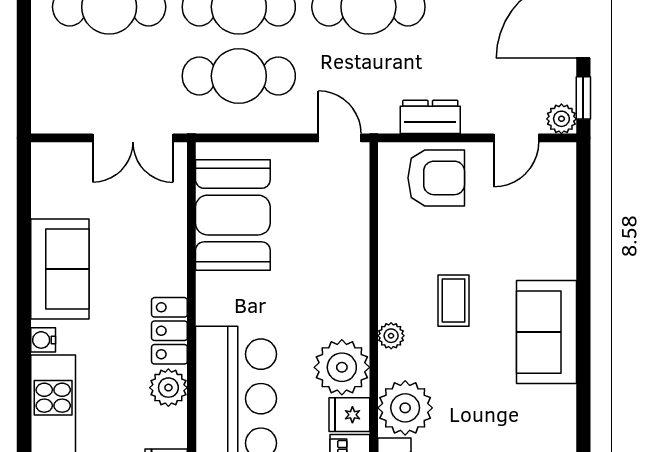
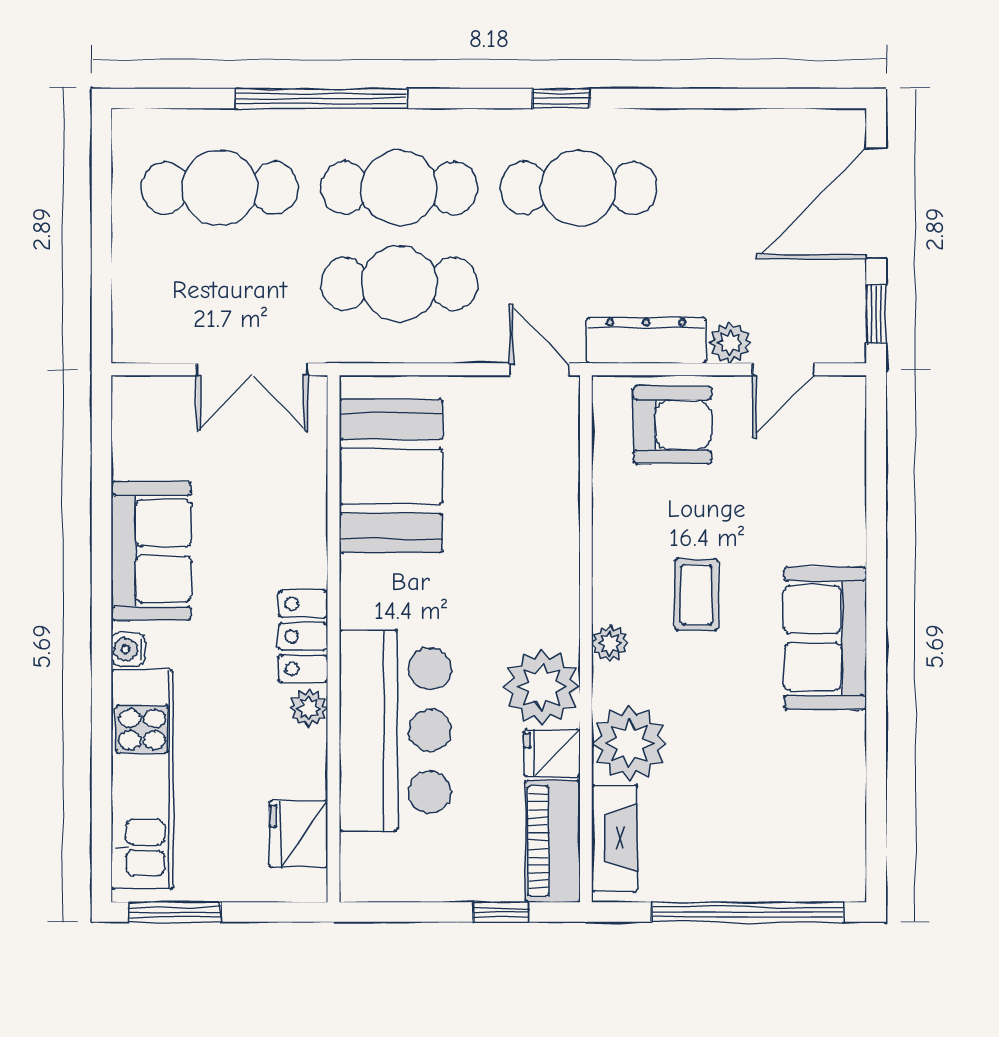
dresser: (430, 117) -> (646, 340), width x1.44
plant: (561, 119) -> (730, 343), moved
plant: (168, 388) -> (309, 708), width x0.73, depth x0.73

